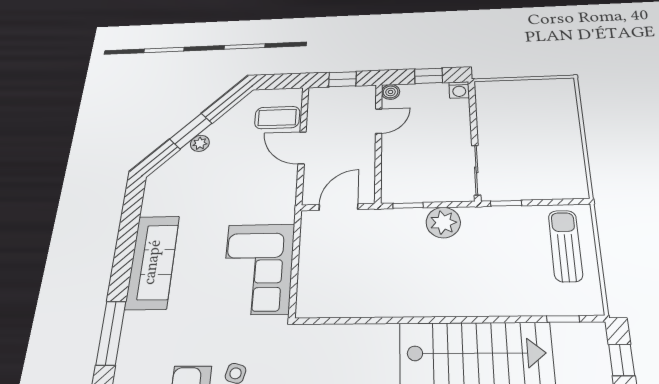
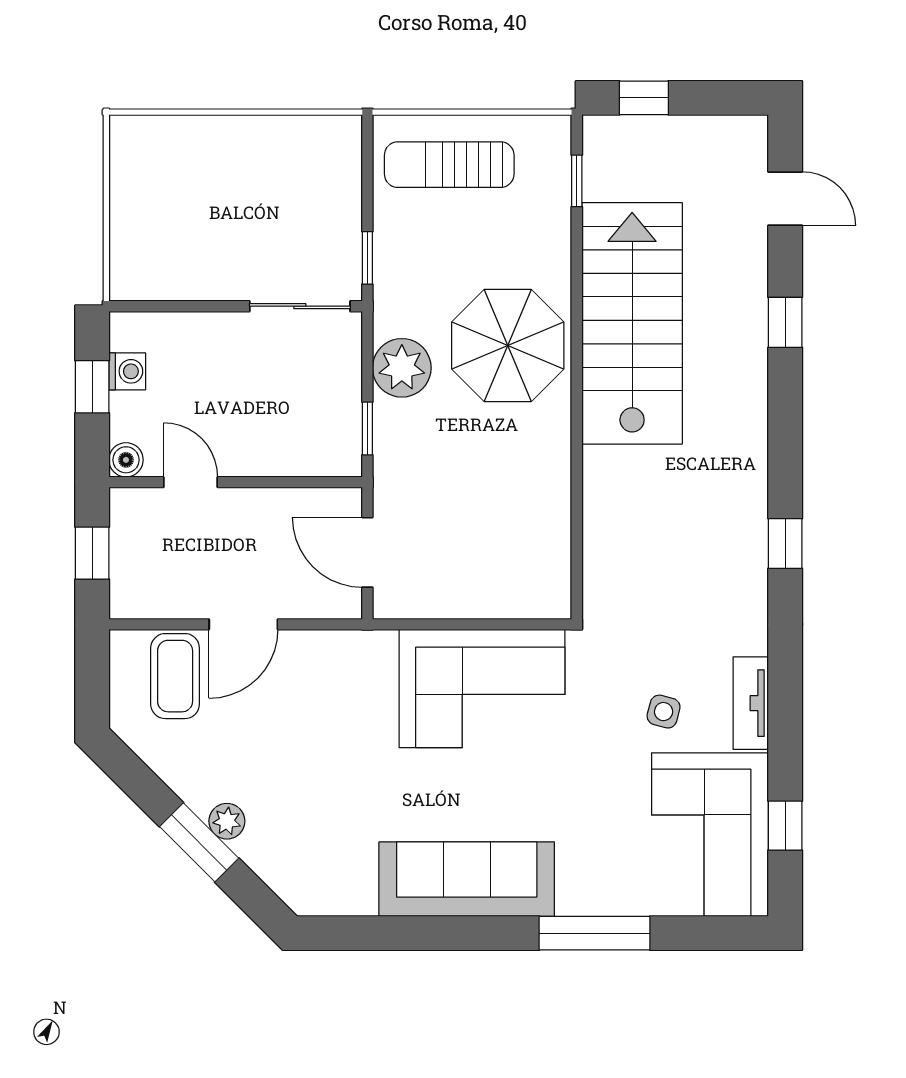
washing machine: (459, 90) -> (127, 371), moved
parasol: (459, 280) -> (508, 346), added

